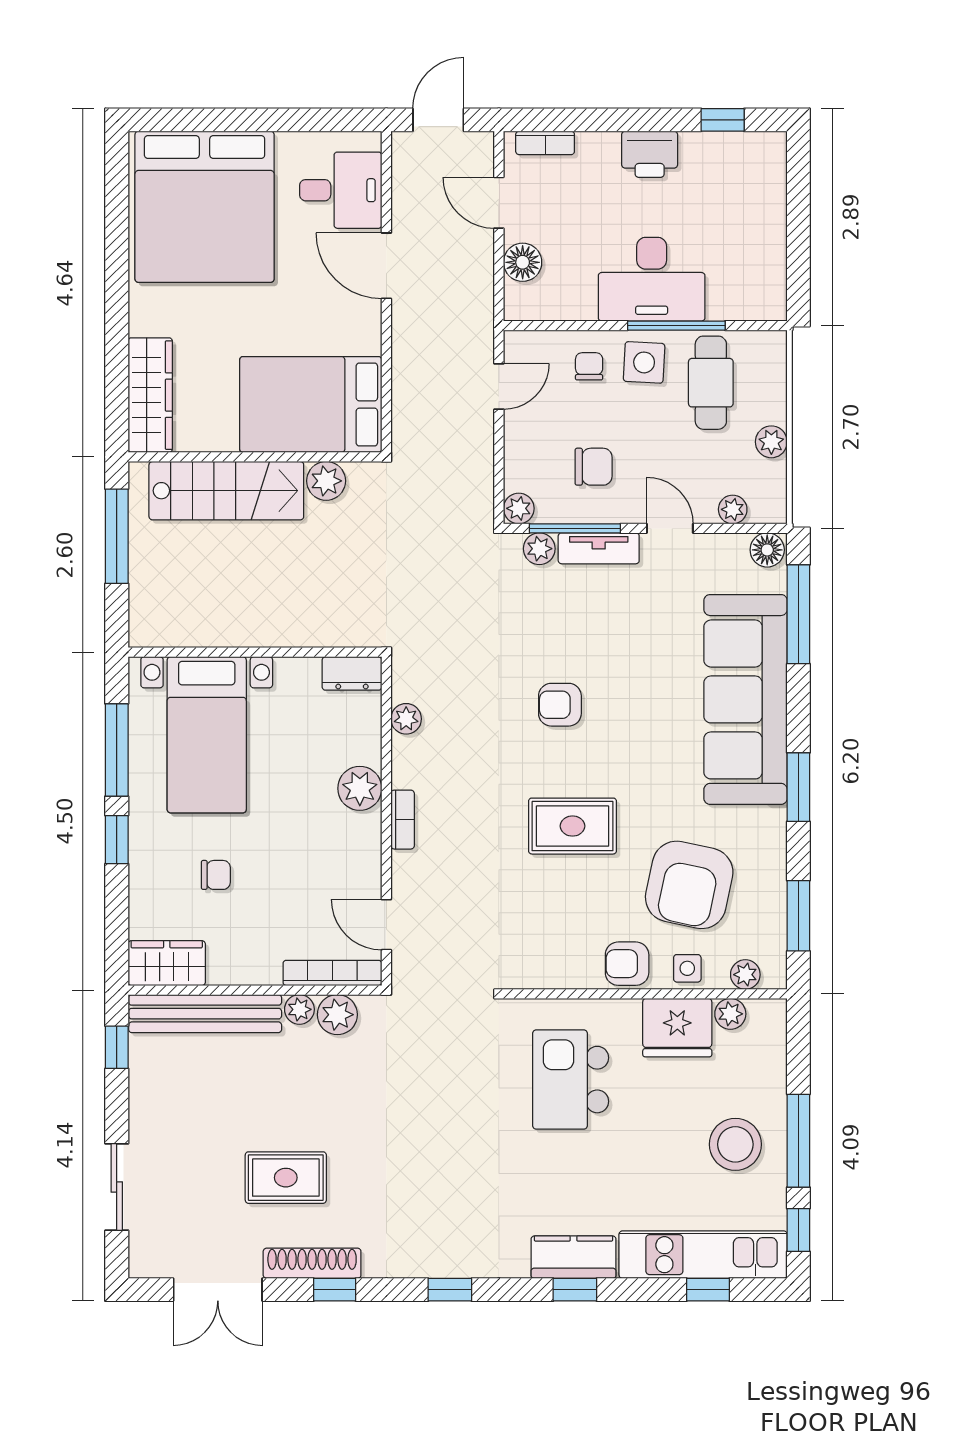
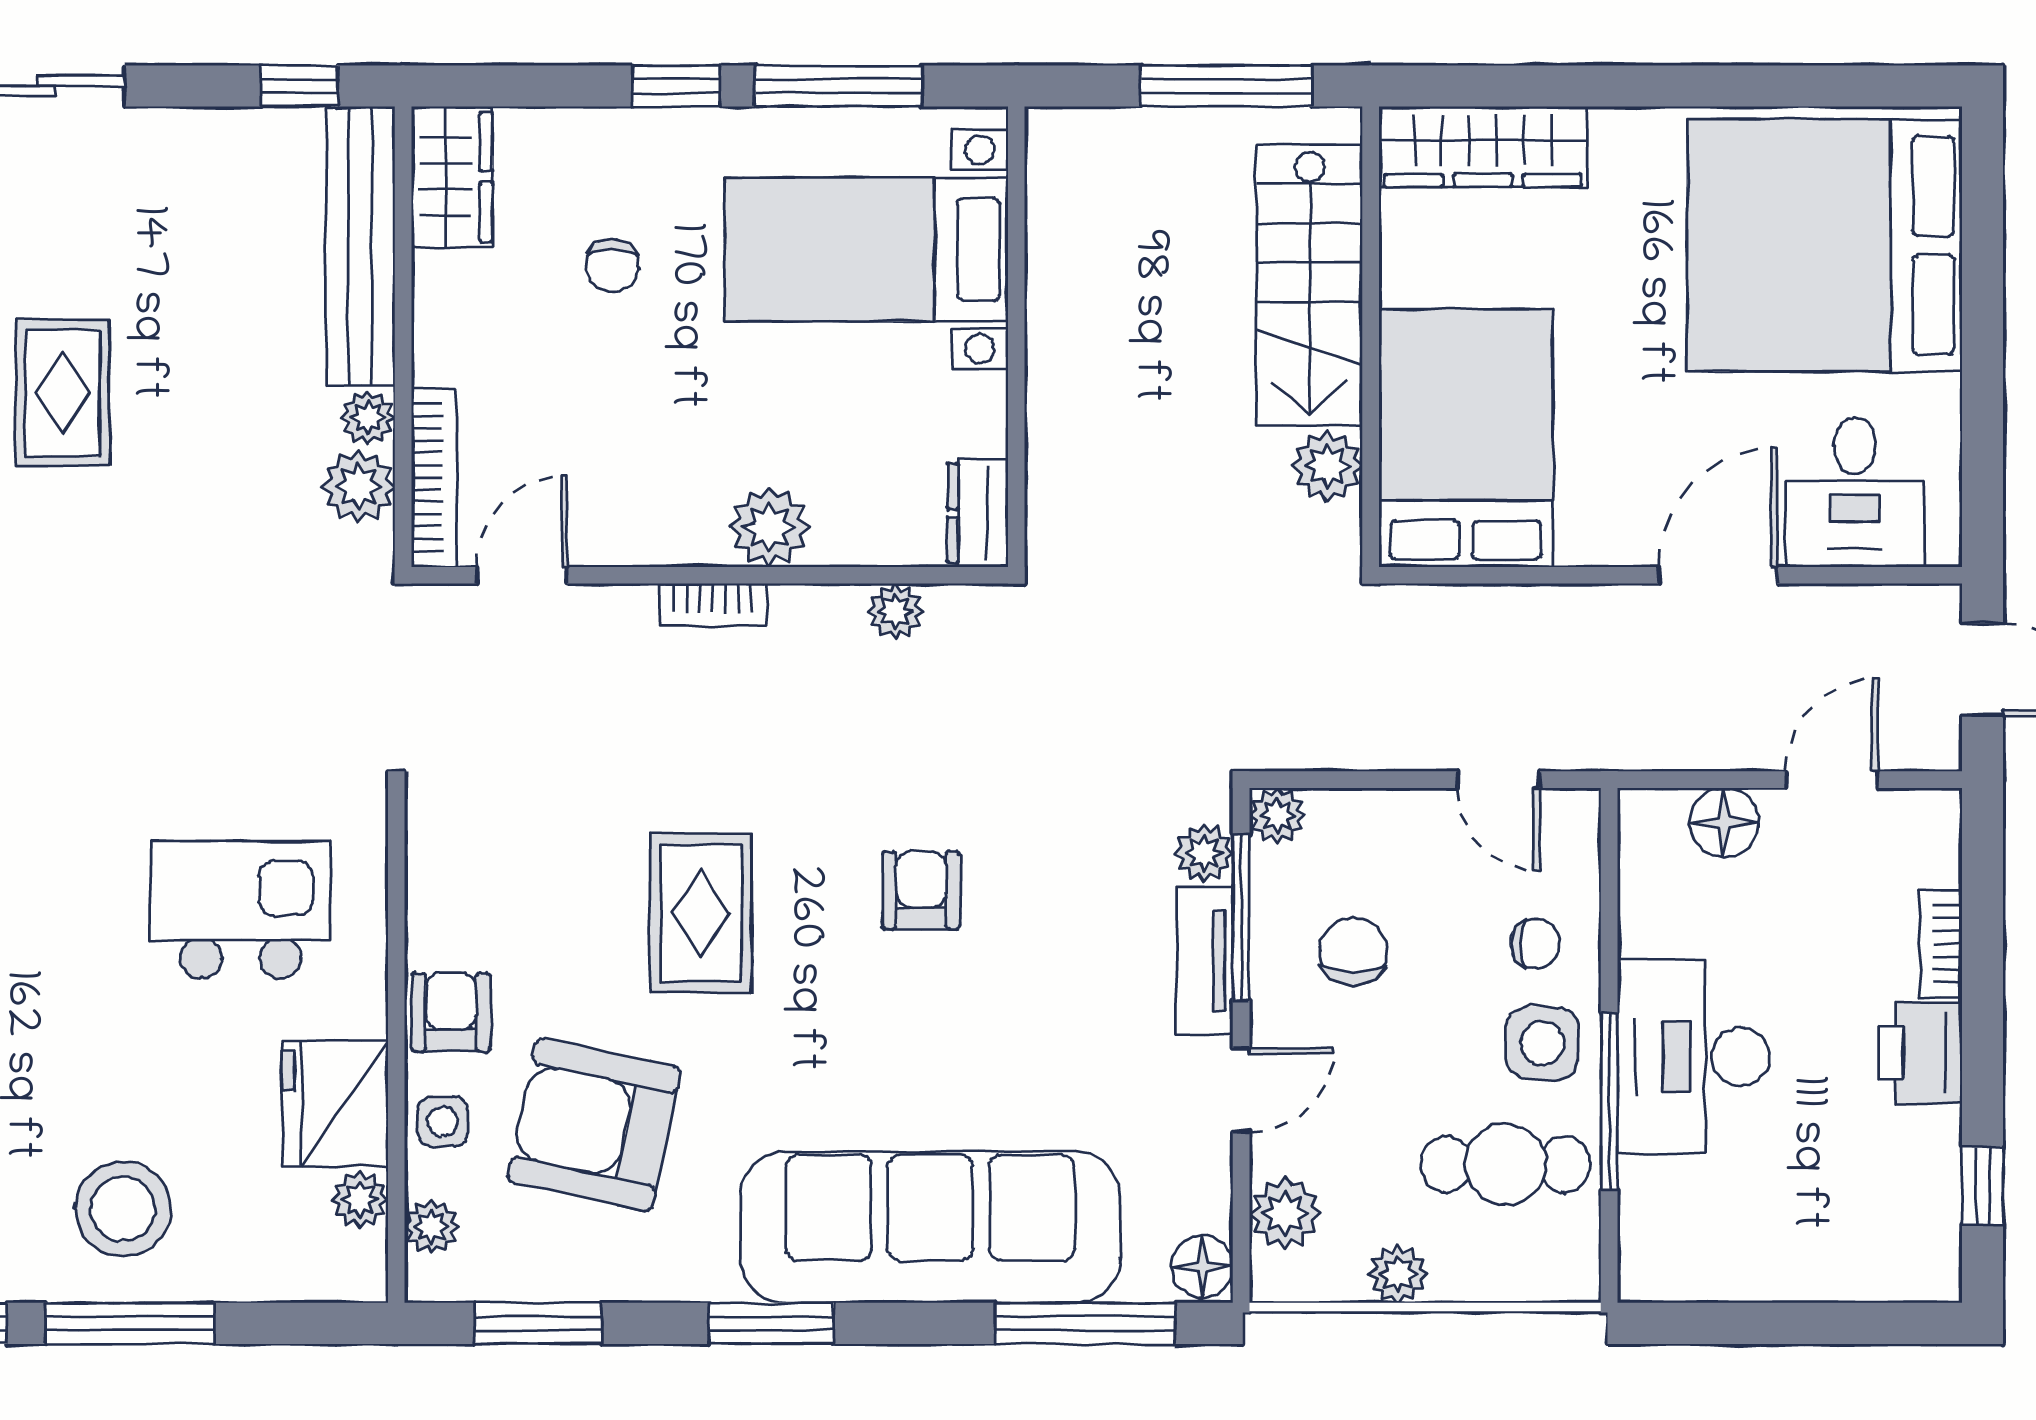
bookcase: (545, 143) -> (1941, 944), moved
chair: (594, 467) -> (1353, 951), turned 180
plant: (733, 509) -> (1285, 1214), width x1.38, depth x1.38

